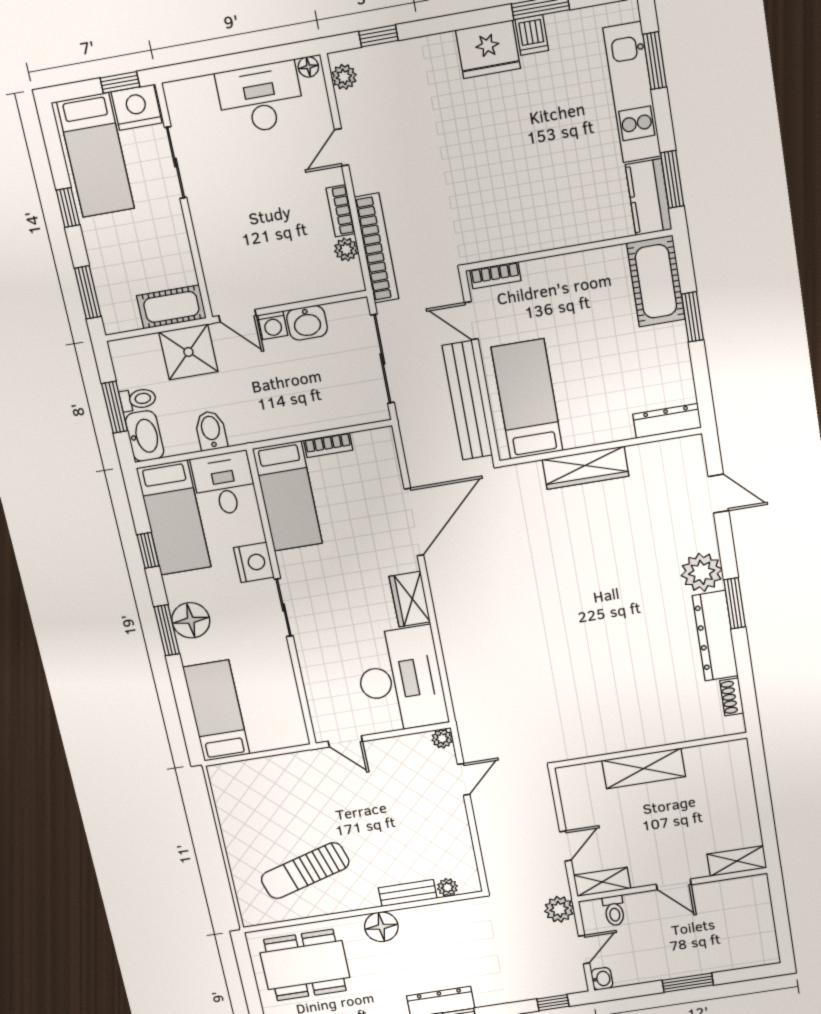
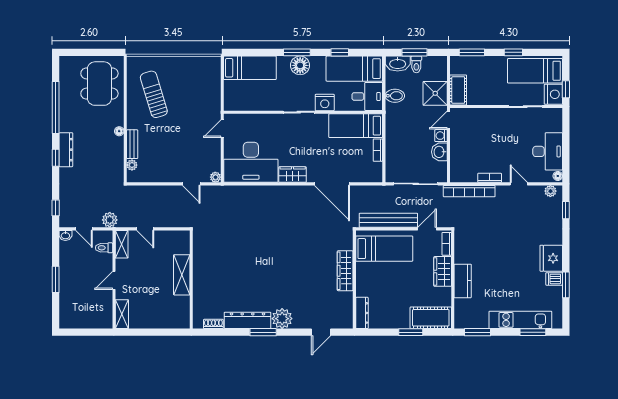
kitchen counter: (649, 197) -> (463, 281), moved, turned 90
plant: (346, 249) -> (471, 177), removed
wardrobe: (555, 274) -> (443, 271), added
floor lamp: (381, 927) -> (119, 131), width x0.53, depth x0.53

